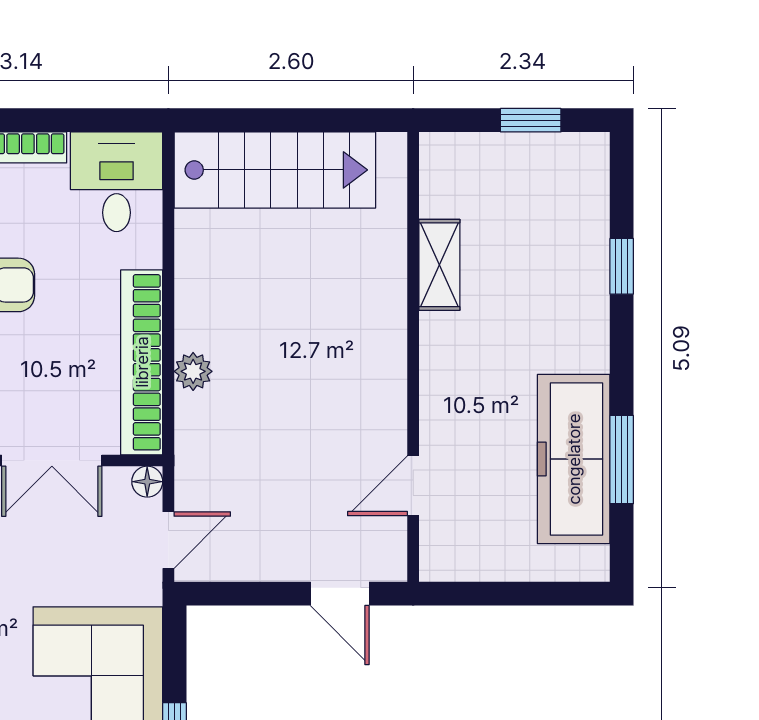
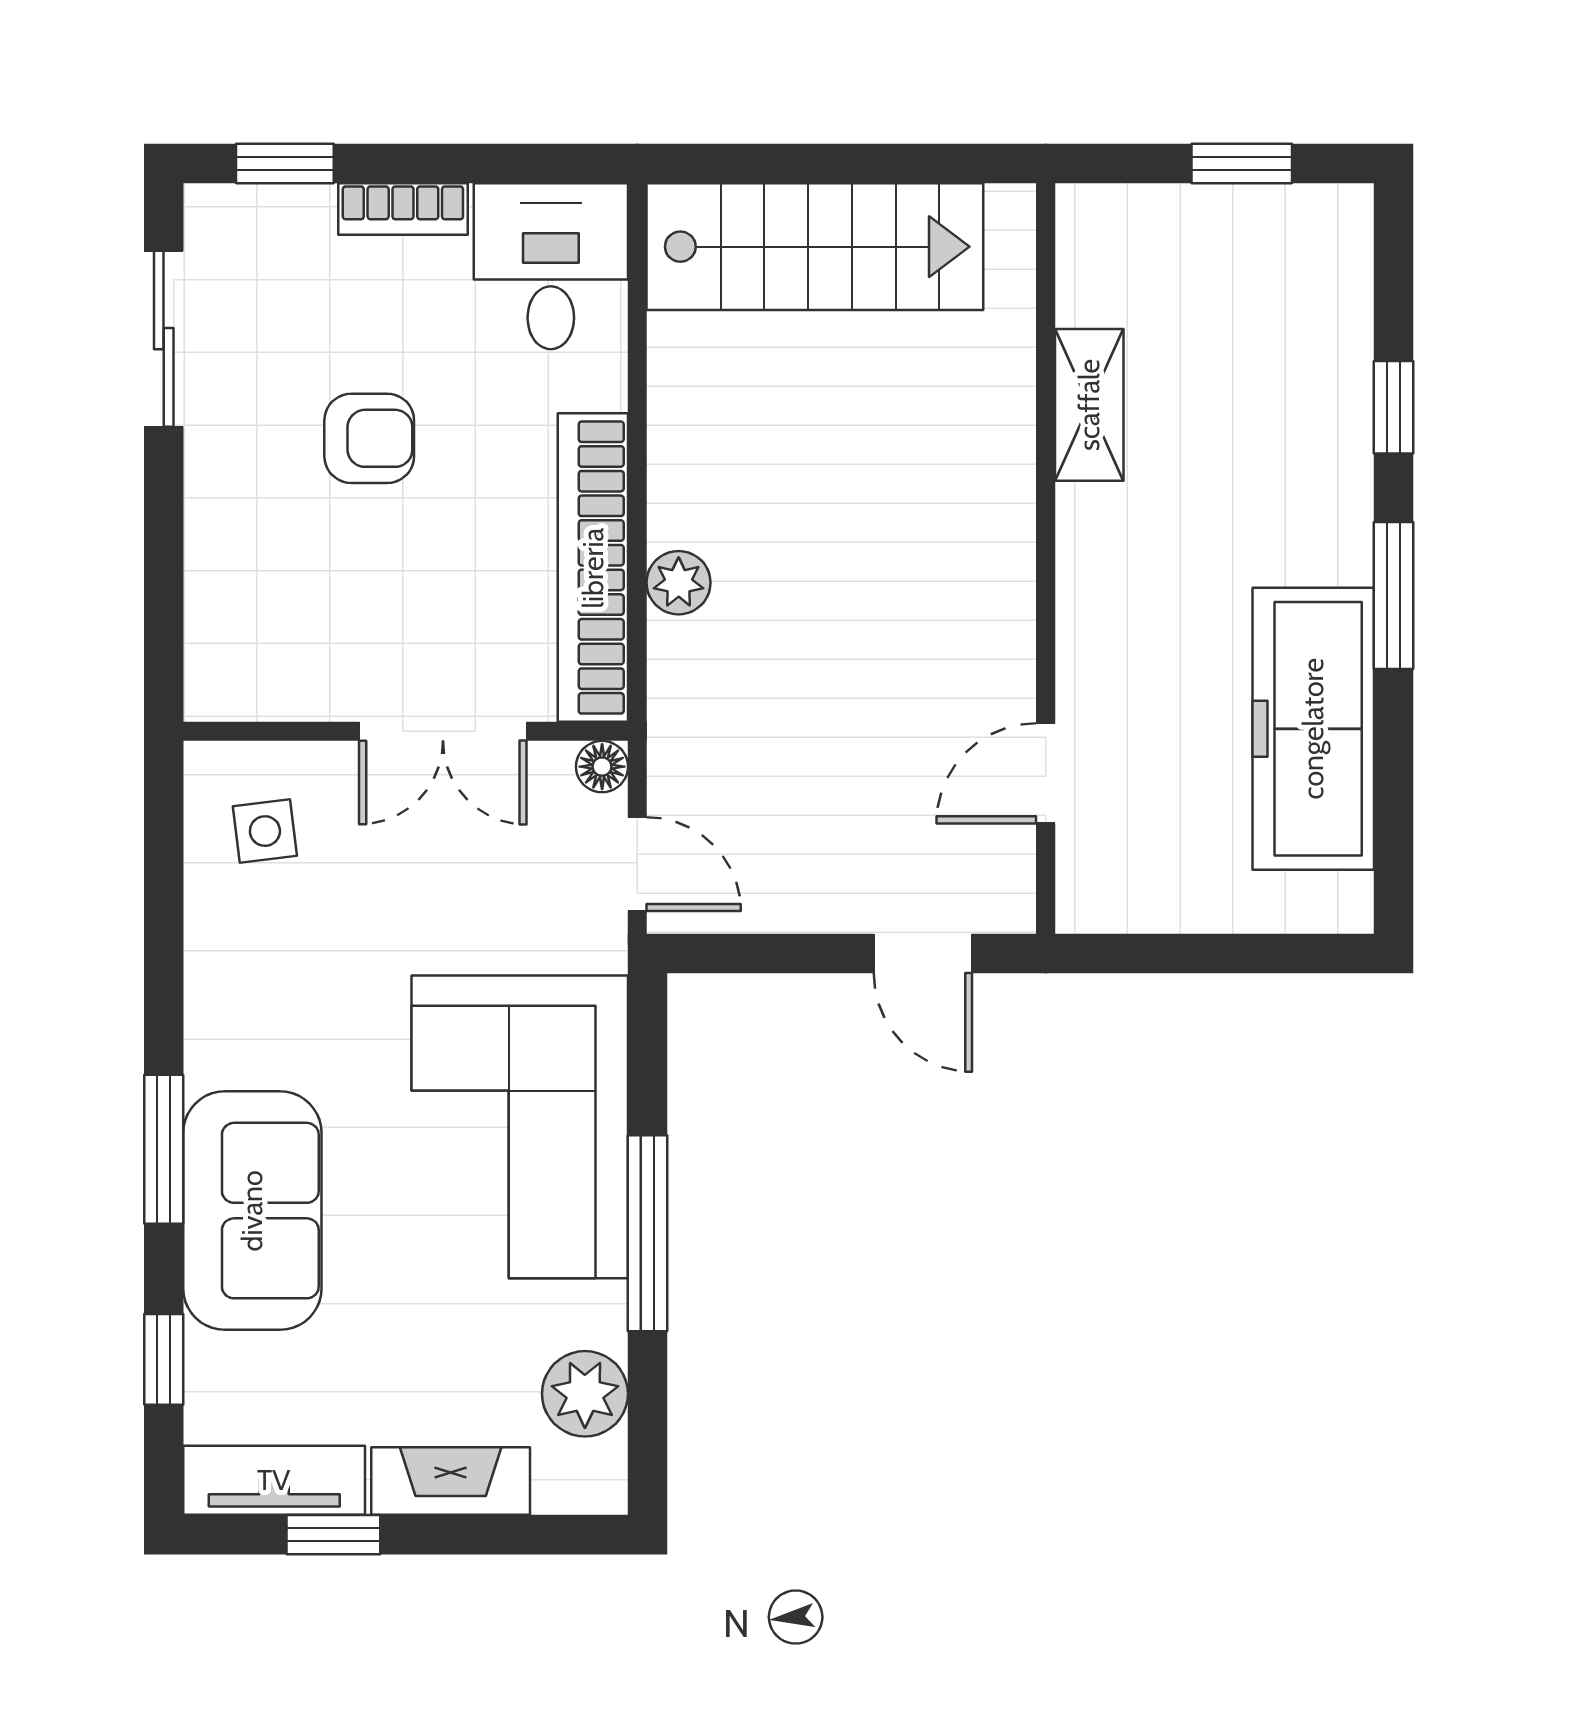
window: (622, 460) -> (1393, 595), moved
door: (168, 540) -> (637, 864), hinge flipped

